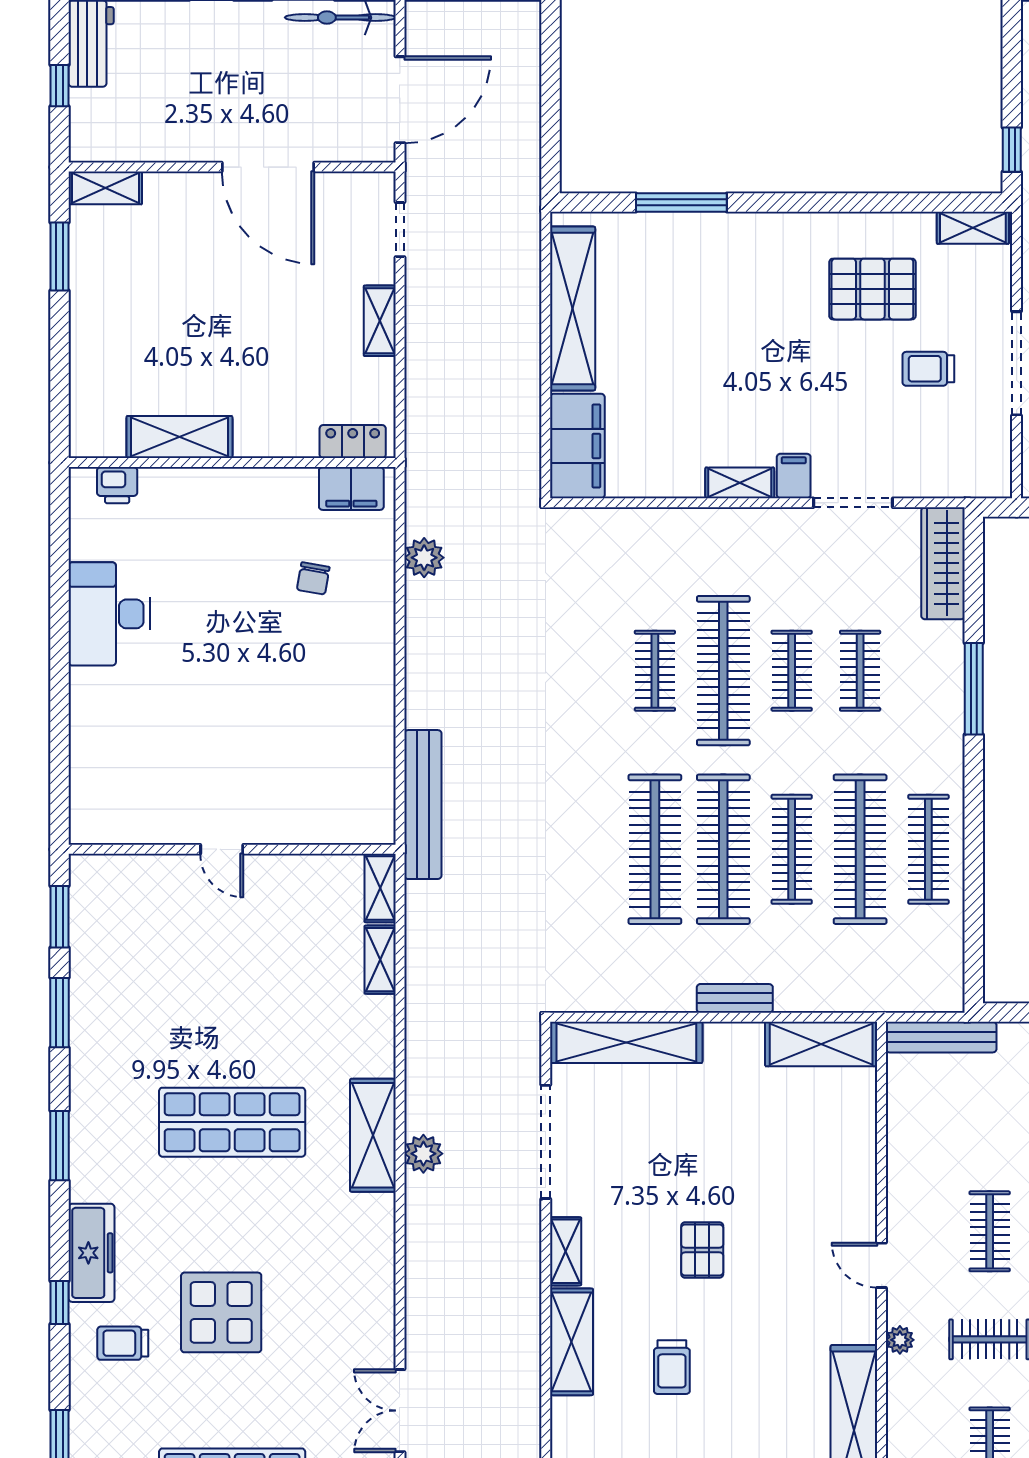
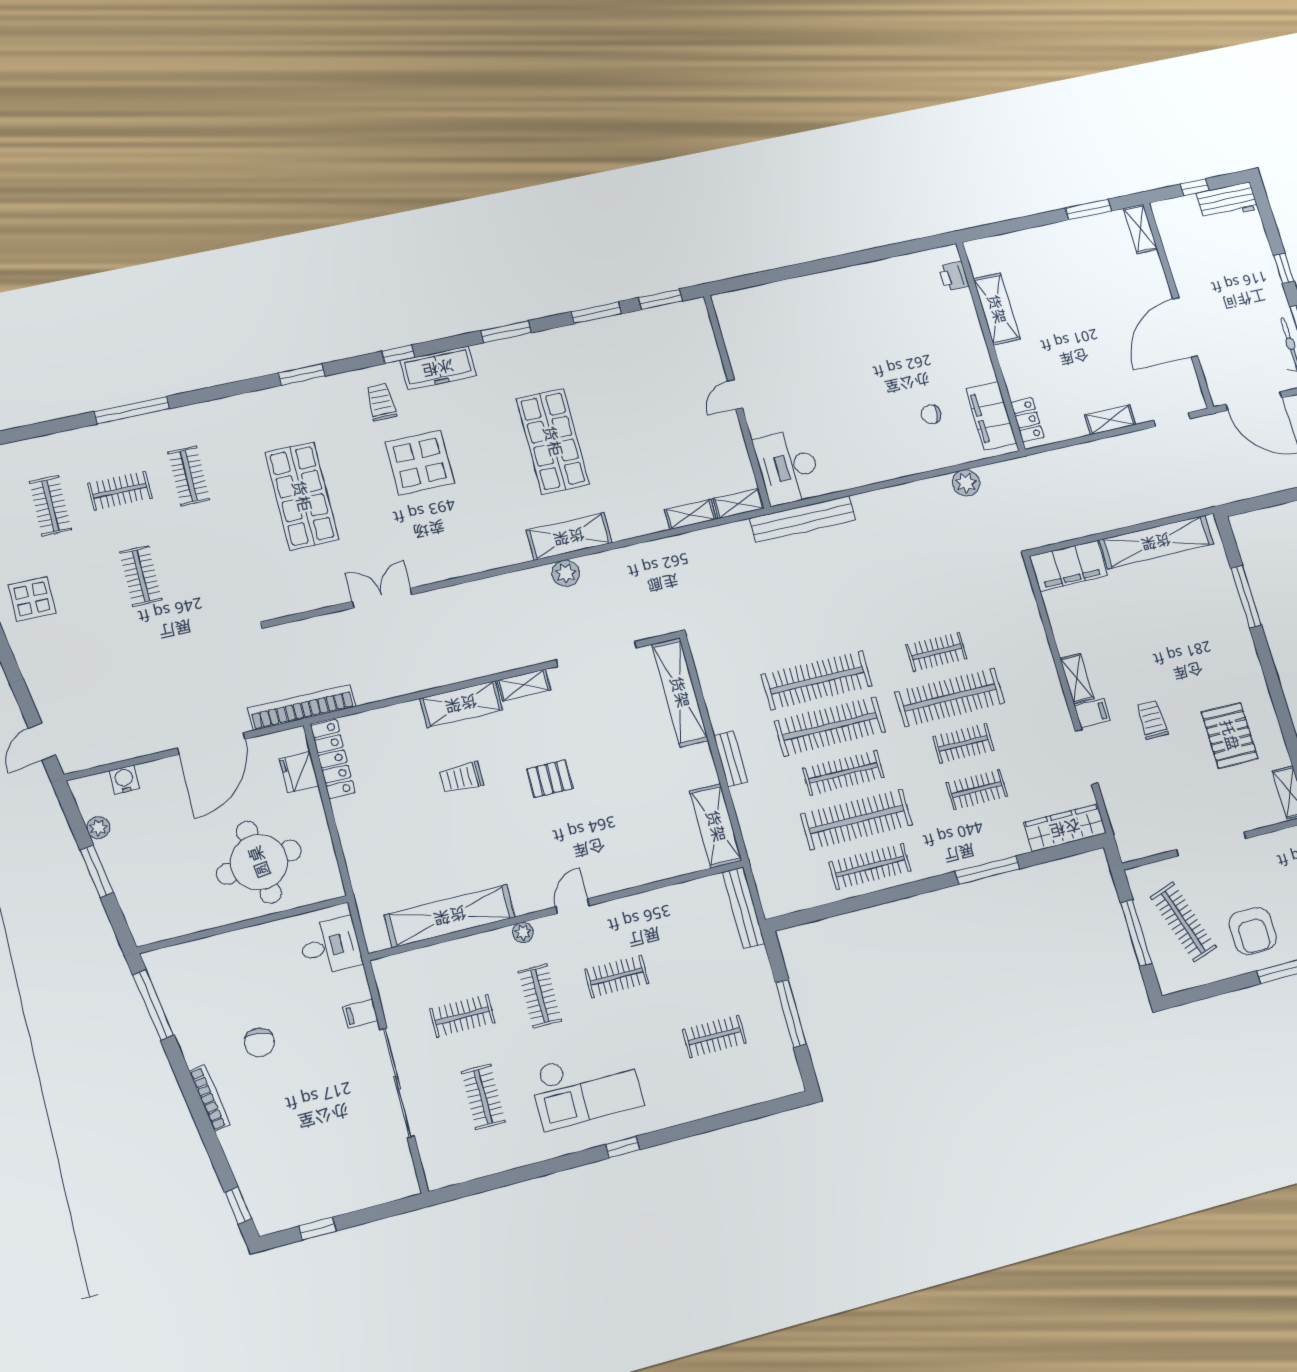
trolley: (928, 369) -> (1152, 720), moved
filing cabinet: (351, 488) -> (991, 416), width x1.50, depth x1.17
desk: (109, 614) -> (788, 467), moved, turned -90

